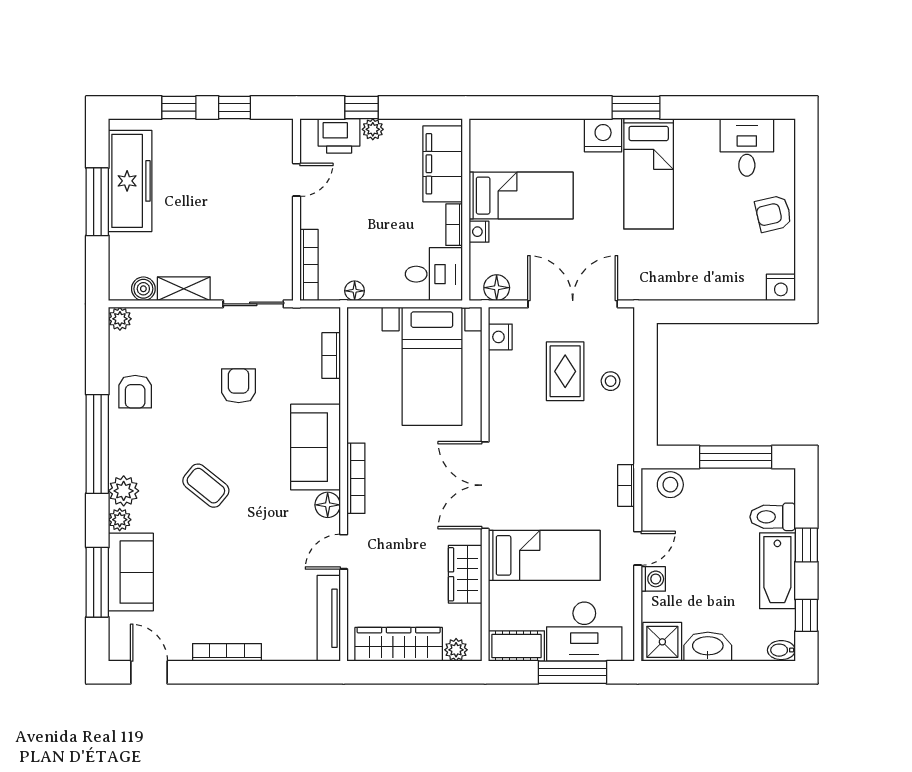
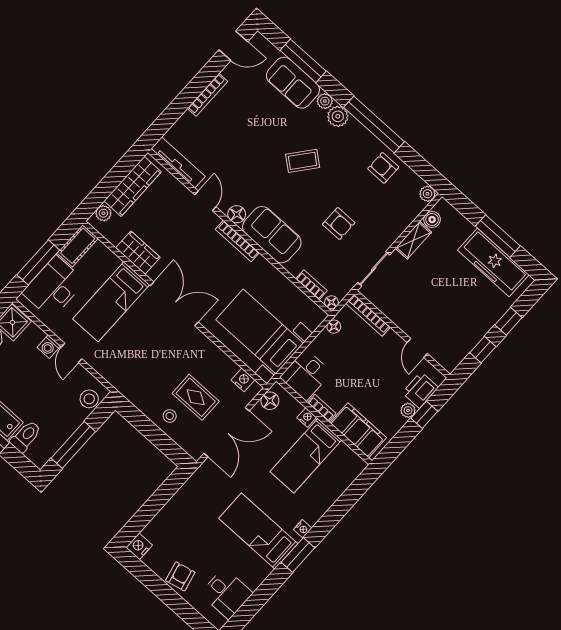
nightstand: (603, 135) -> (303, 529), width x0.53, depth x0.56
floor lamp: (331, 317) -> (331, 302), added
bookcase: (626, 485) -> (109, 376), removed

